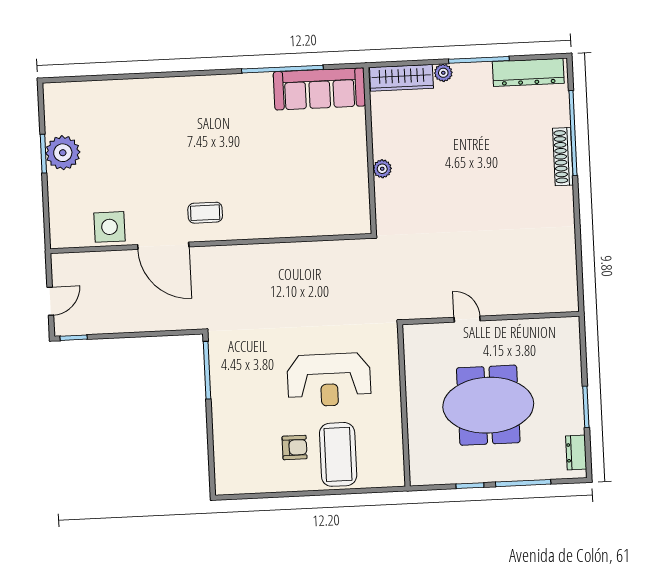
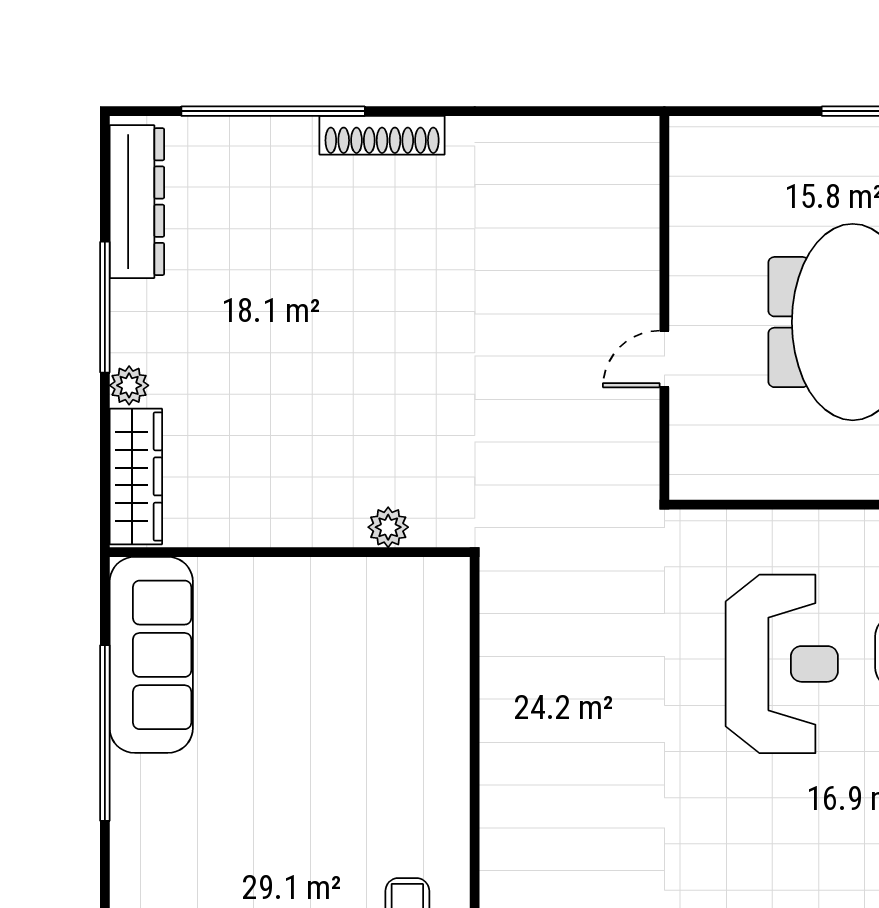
shoe rack: (563, 157) -> (382, 135), moved
plant: (382, 169) -> (388, 527), moved

